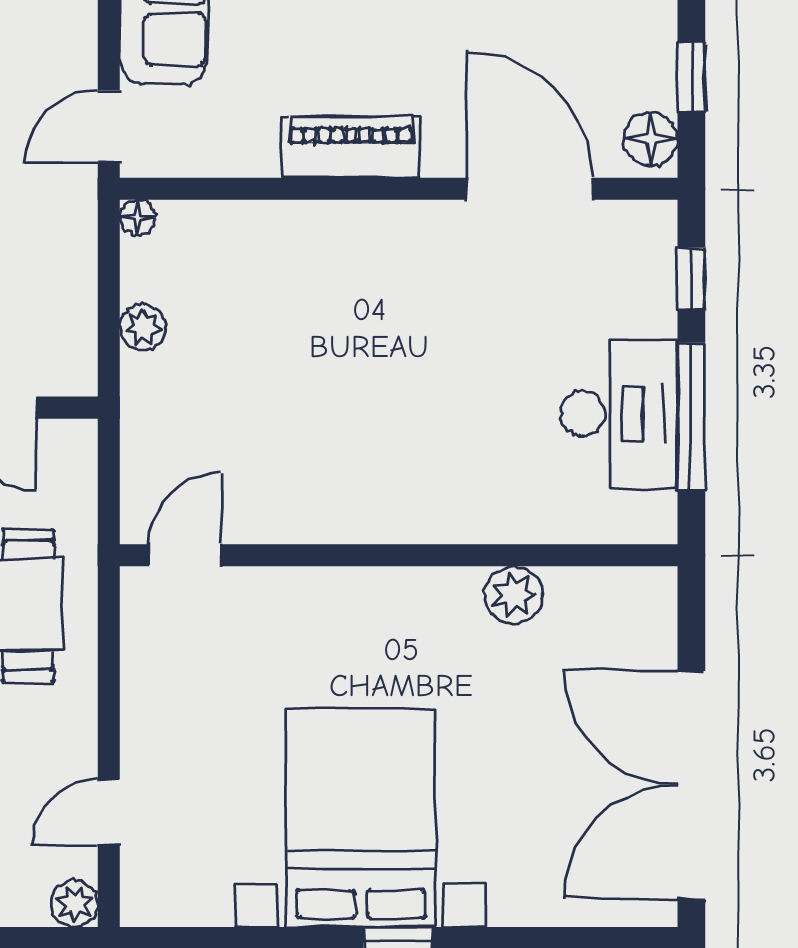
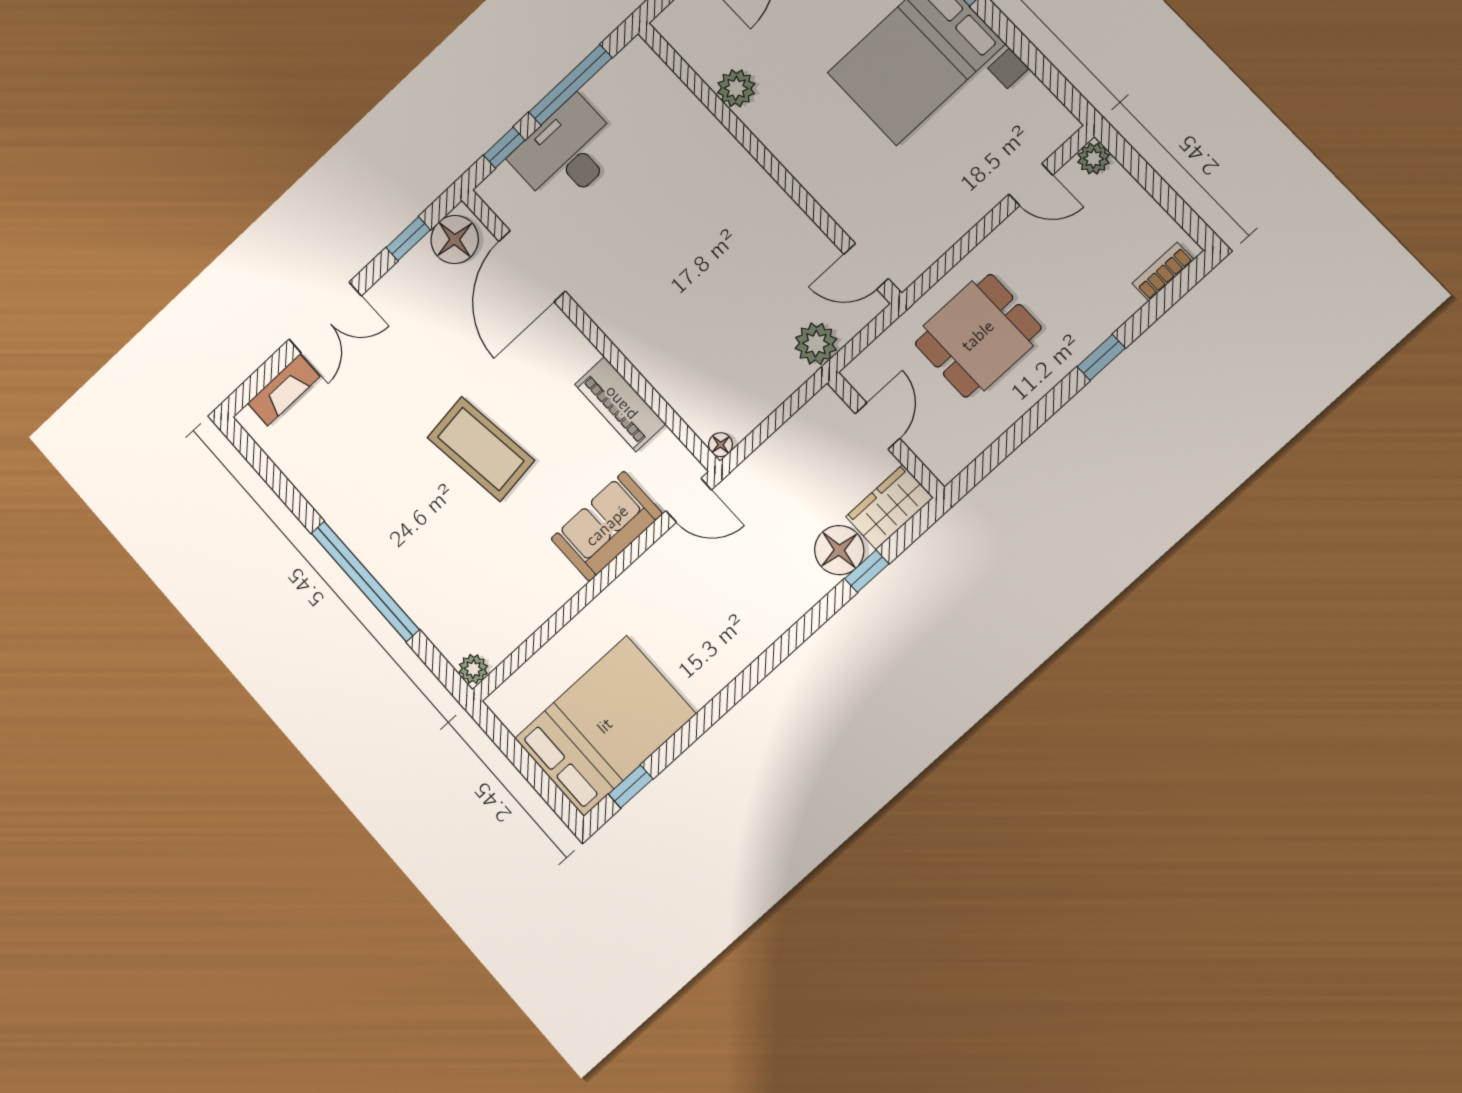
floor lamp: (651, 139) -> (455, 239), width x1.38, depth x1.38
piano: (351, 147) -> (620, 404), moved
plant: (143, 327) -> (816, 344), moved, width x1.38, depth x1.38
desk: (619, 414) -> (567, 153), moved

